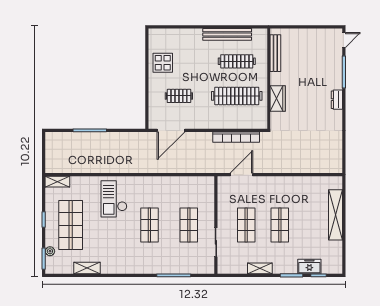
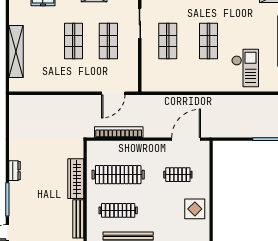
wardrobe: (278, 99) -> (76, 179), width x1.50

